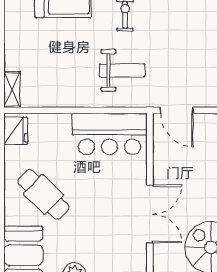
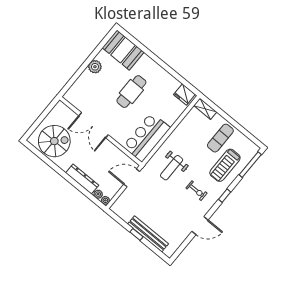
exercise mat: (33, 39) -> (220, 138), added
cafe table: (44, 194) -> (131, 92), moved, turned -44

